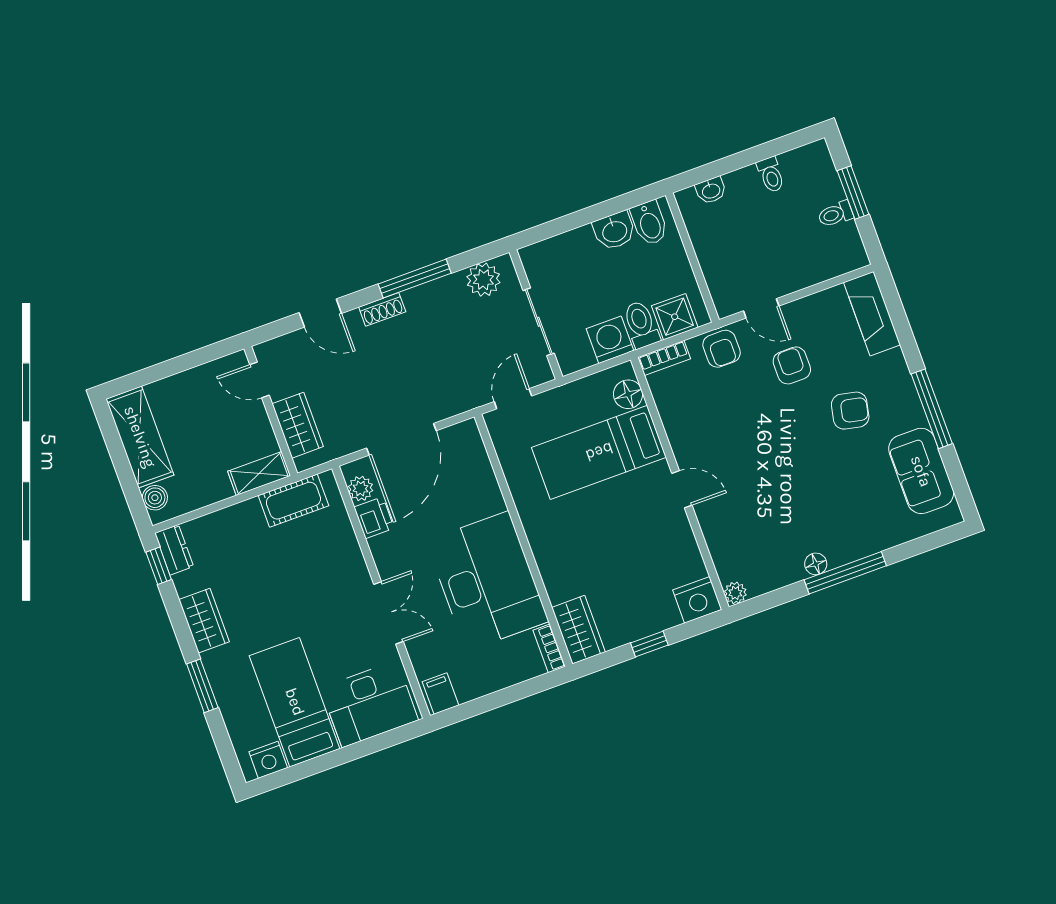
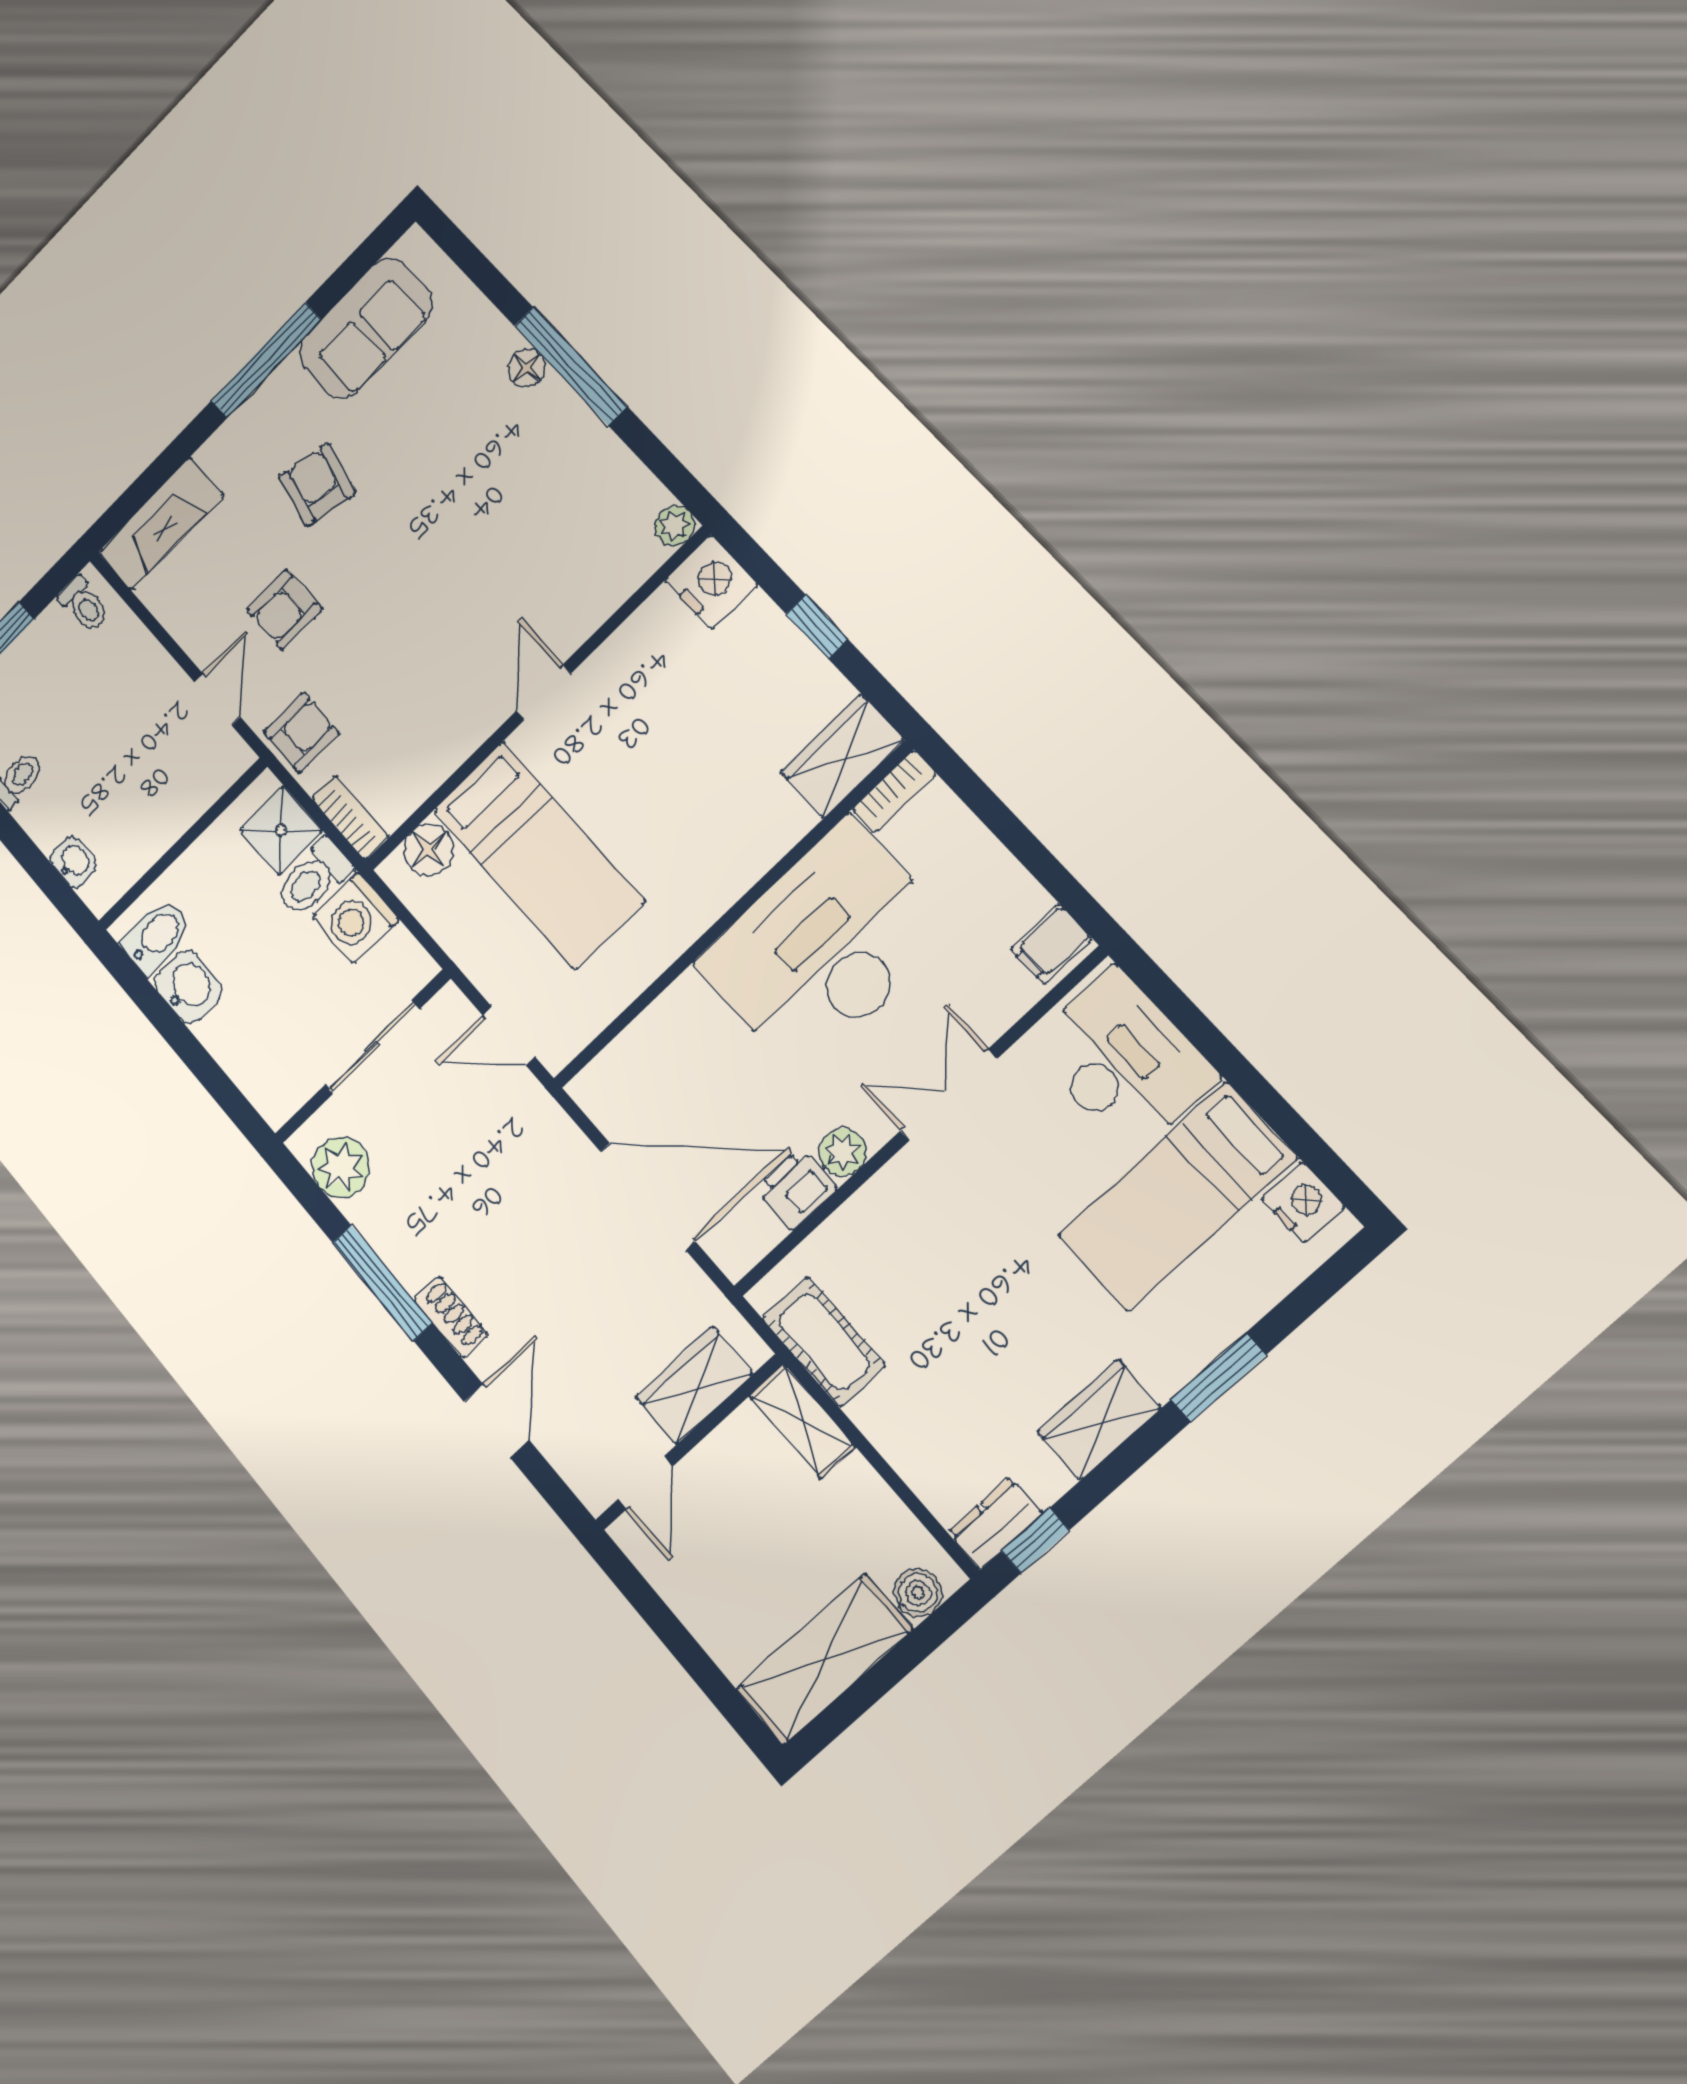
toilet: (835, 214) -> (84, 604), moved
plant: (361, 488) -> (843, 1152), moved
floor lamp: (816, 564) -> (527, 368), moved

